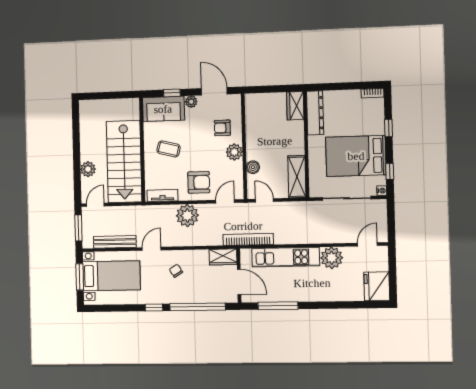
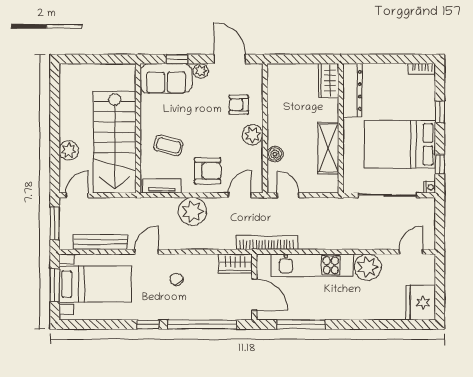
coffee table: (169, 149) -> (168, 145), moved
shelving: (297, 177) -> (328, 148), moved

